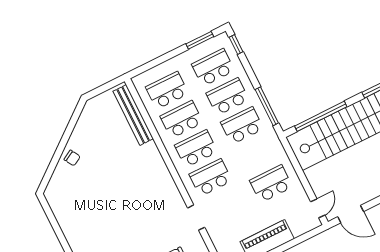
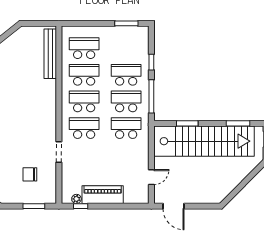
window: (236, 45) -> (151, 62), moved
school desk: (213, 67) -> (126, 48), removed
window: (321, 116) -> (187, 123), width x0.47
school desk: (271, 184) -> (126, 128), moved
door: (318, 208) -> (151, 177), moved

